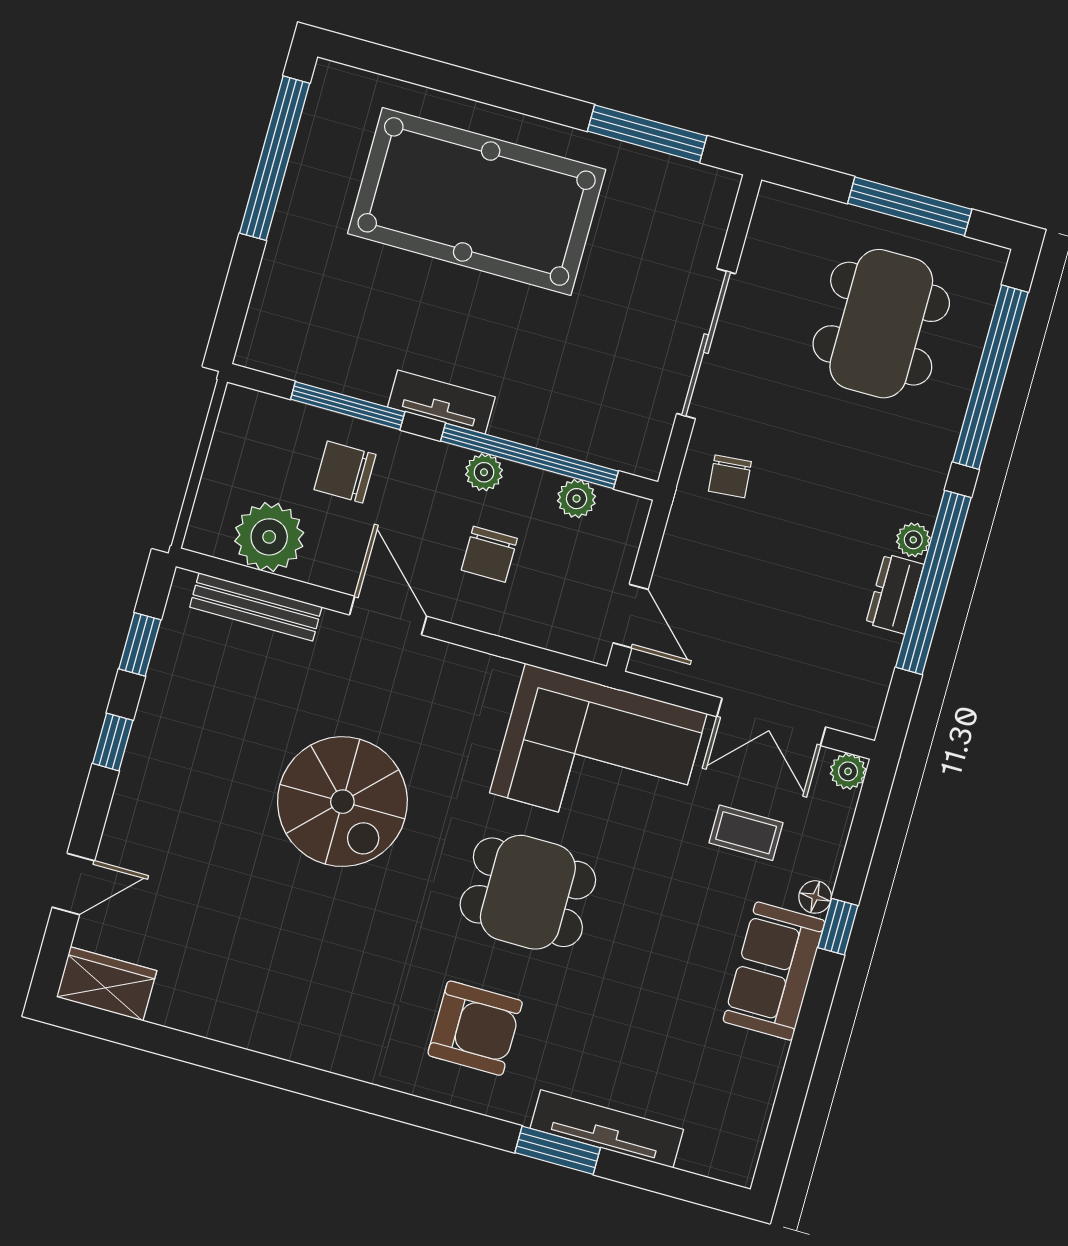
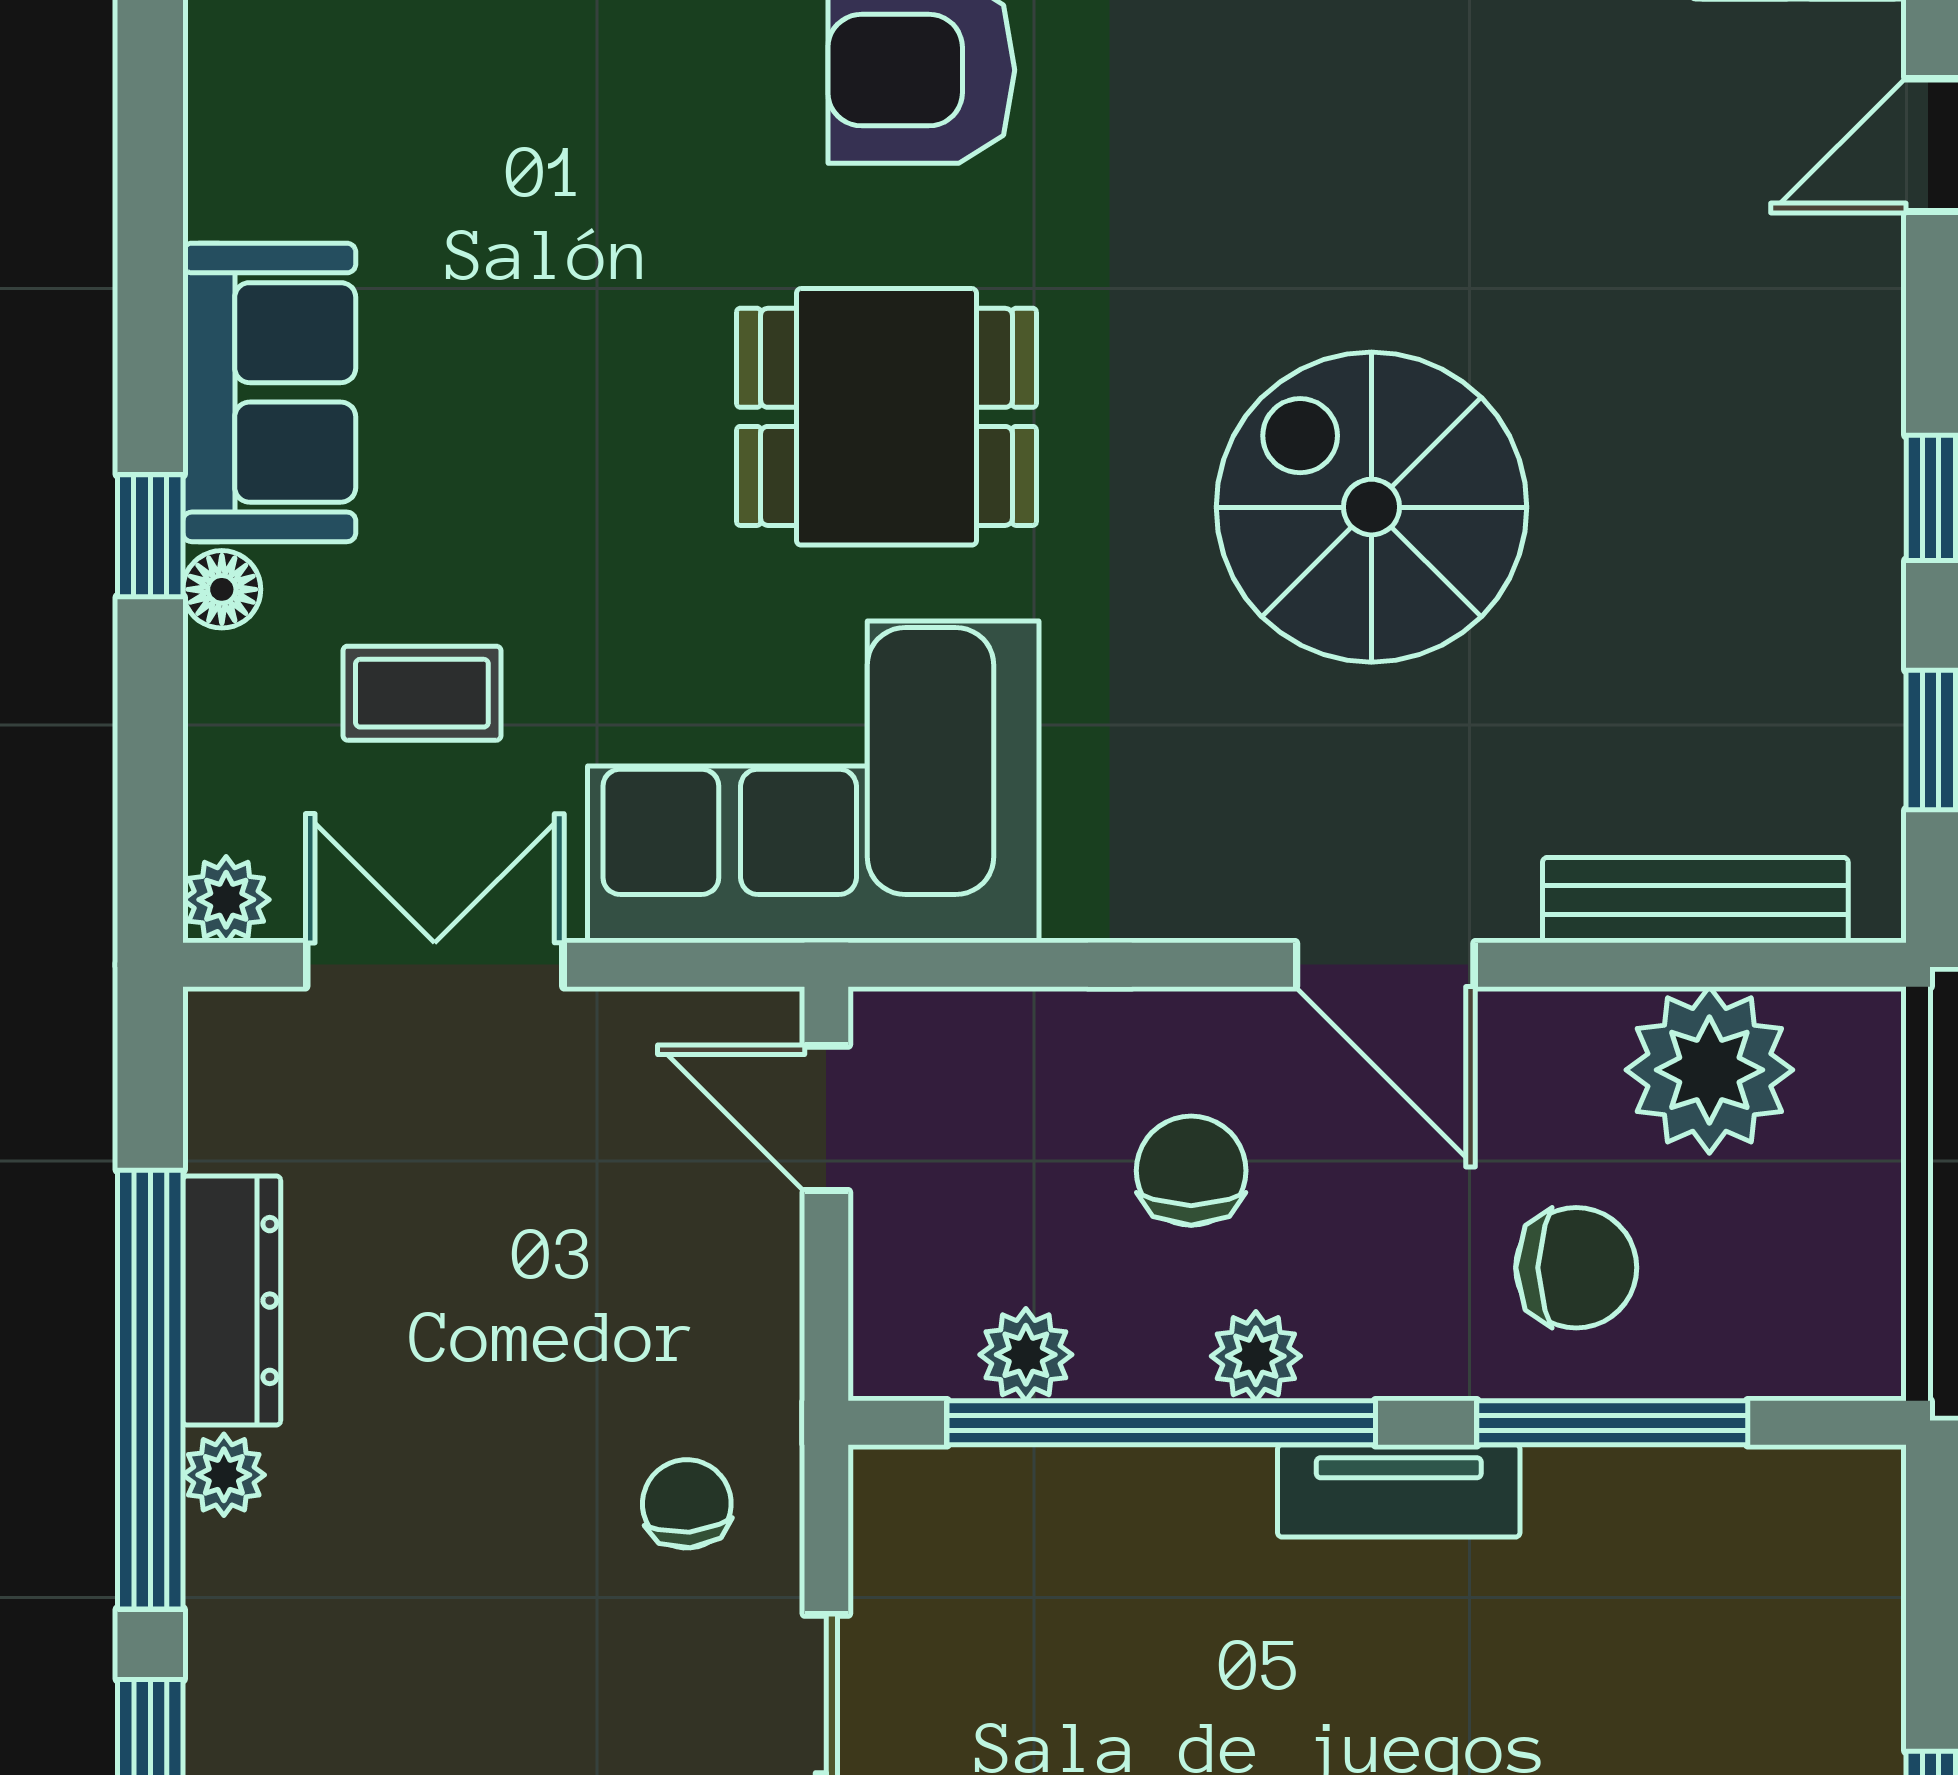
dresser: (895, 594) -> (232, 1301), width x1.44

